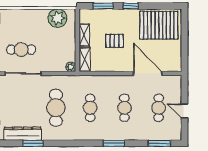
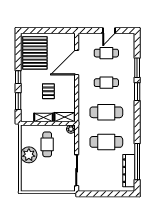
plant: (57, 18) -> (29, 155), moved
cafe table: (21, 50) -> (47, 144), moved
cafe table: (90, 108) -> (106, 112), width x1.37, depth x1.35
window: (33, 143) -> (137, 162), width x2.11
window: (159, 143) -> (137, 68), moved

